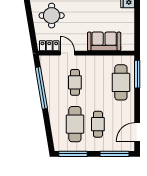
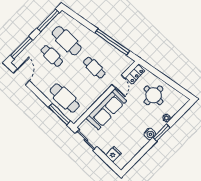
sliding door: (137, 34) -> (86, 140), added
sofa: (104, 41) -> (106, 109), width x1.36
door: (67, 53) -> (118, 81), hinge flipped

